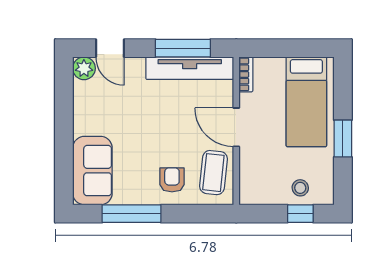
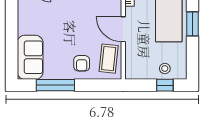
window: (343, 139) -> (192, 24), moved
armchair: (172, 180) -> (82, 63), turned 180

